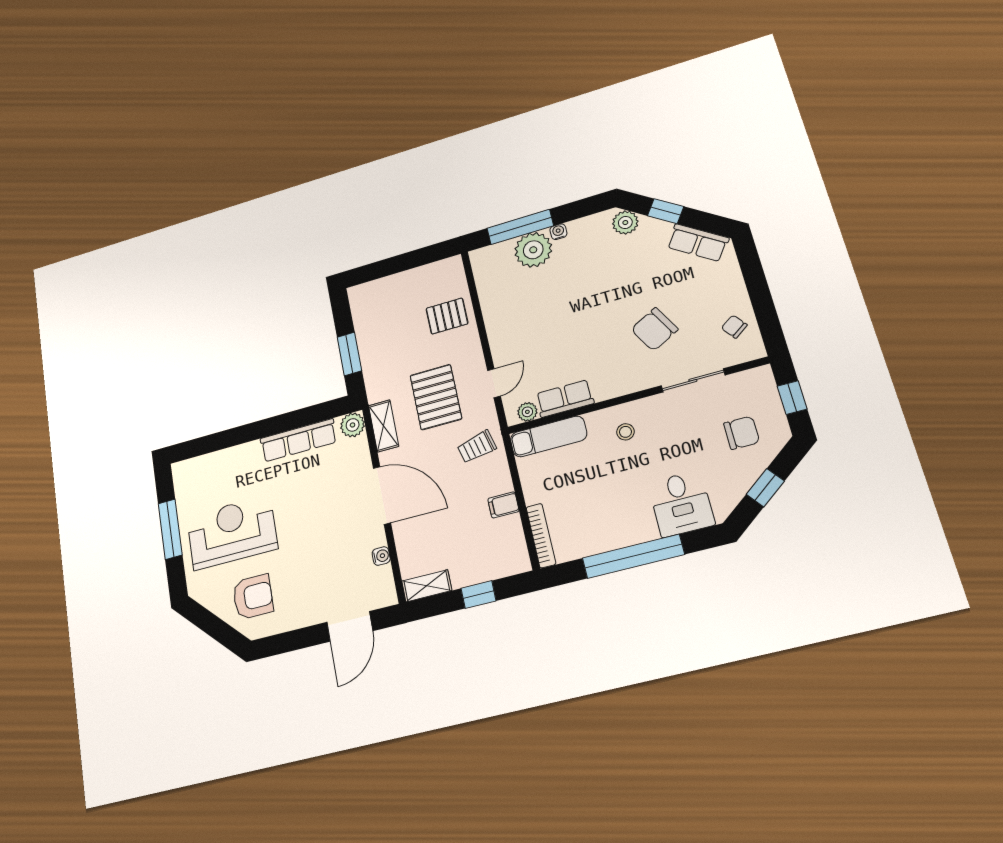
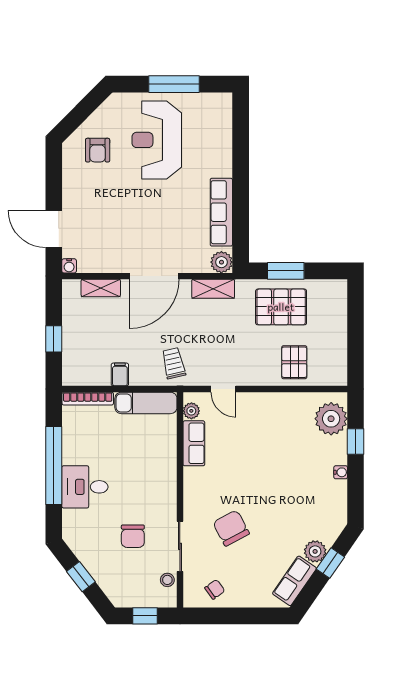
plant: (625, 223) -> (315, 551), moved
window: (520, 227) -> (356, 442), width x0.46
plant: (533, 250) -> (331, 419), moved
pallet: (436, 397) -> (281, 307), moved
stool: (625, 432) -> (167, 580), moved
chair: (742, 433) -> (133, 536), moved
exam couch: (548, 436) -> (146, 403), moved, turned -90
desk: (681, 504) -> (85, 487), moved
reception desk: (232, 532) -> (157, 140), turned 180
water cooler: (381, 556) -> (69, 266), moved
shelving: (427, 586) -> (101, 288), moved, turned 90
armchair: (253, 597) -> (98, 150), width x0.72, depth x0.72

